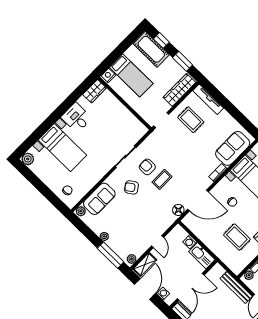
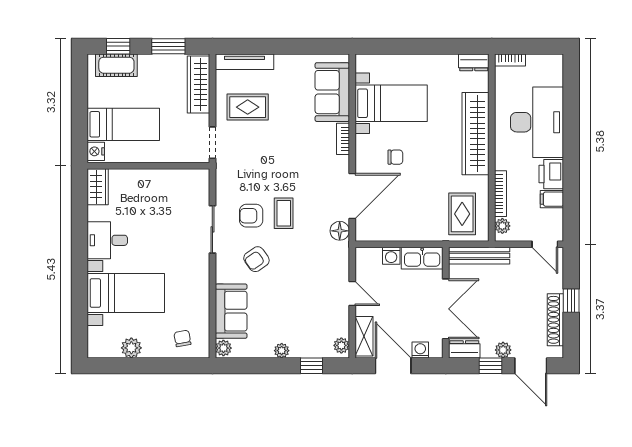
cot: (151, 49) -> (116, 65), width x0.73, depth x0.75
plant: (28, 159) -> (131, 348), moved
rug: (237, 237) -> (462, 214), moved, turned 90
window: (111, 255) -> (311, 366), width x0.46
bench: (236, 287) -> (479, 256), moved

